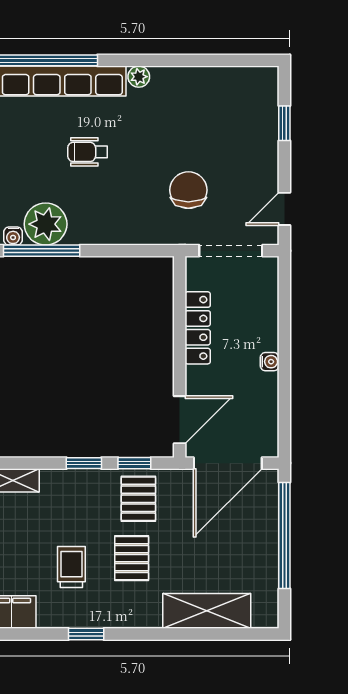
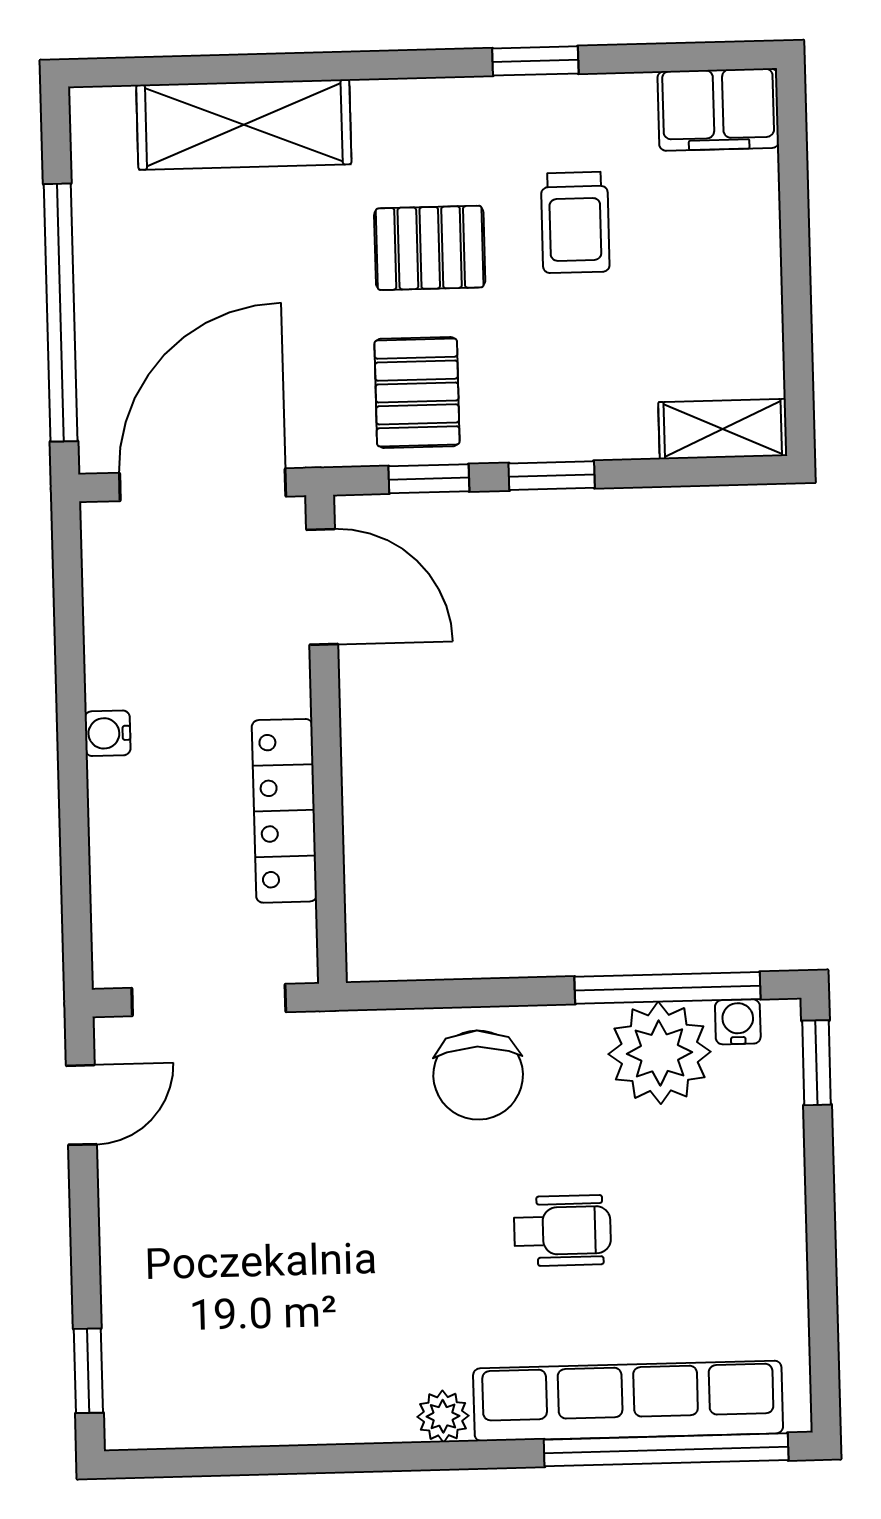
window: (284, 123) -> (88, 1371), moved
chair: (188, 190) -> (478, 1075), moved
door: (180, 420) -> (322, 587), swing flipped
pallet: (132, 558) -> (430, 248), turned 90

